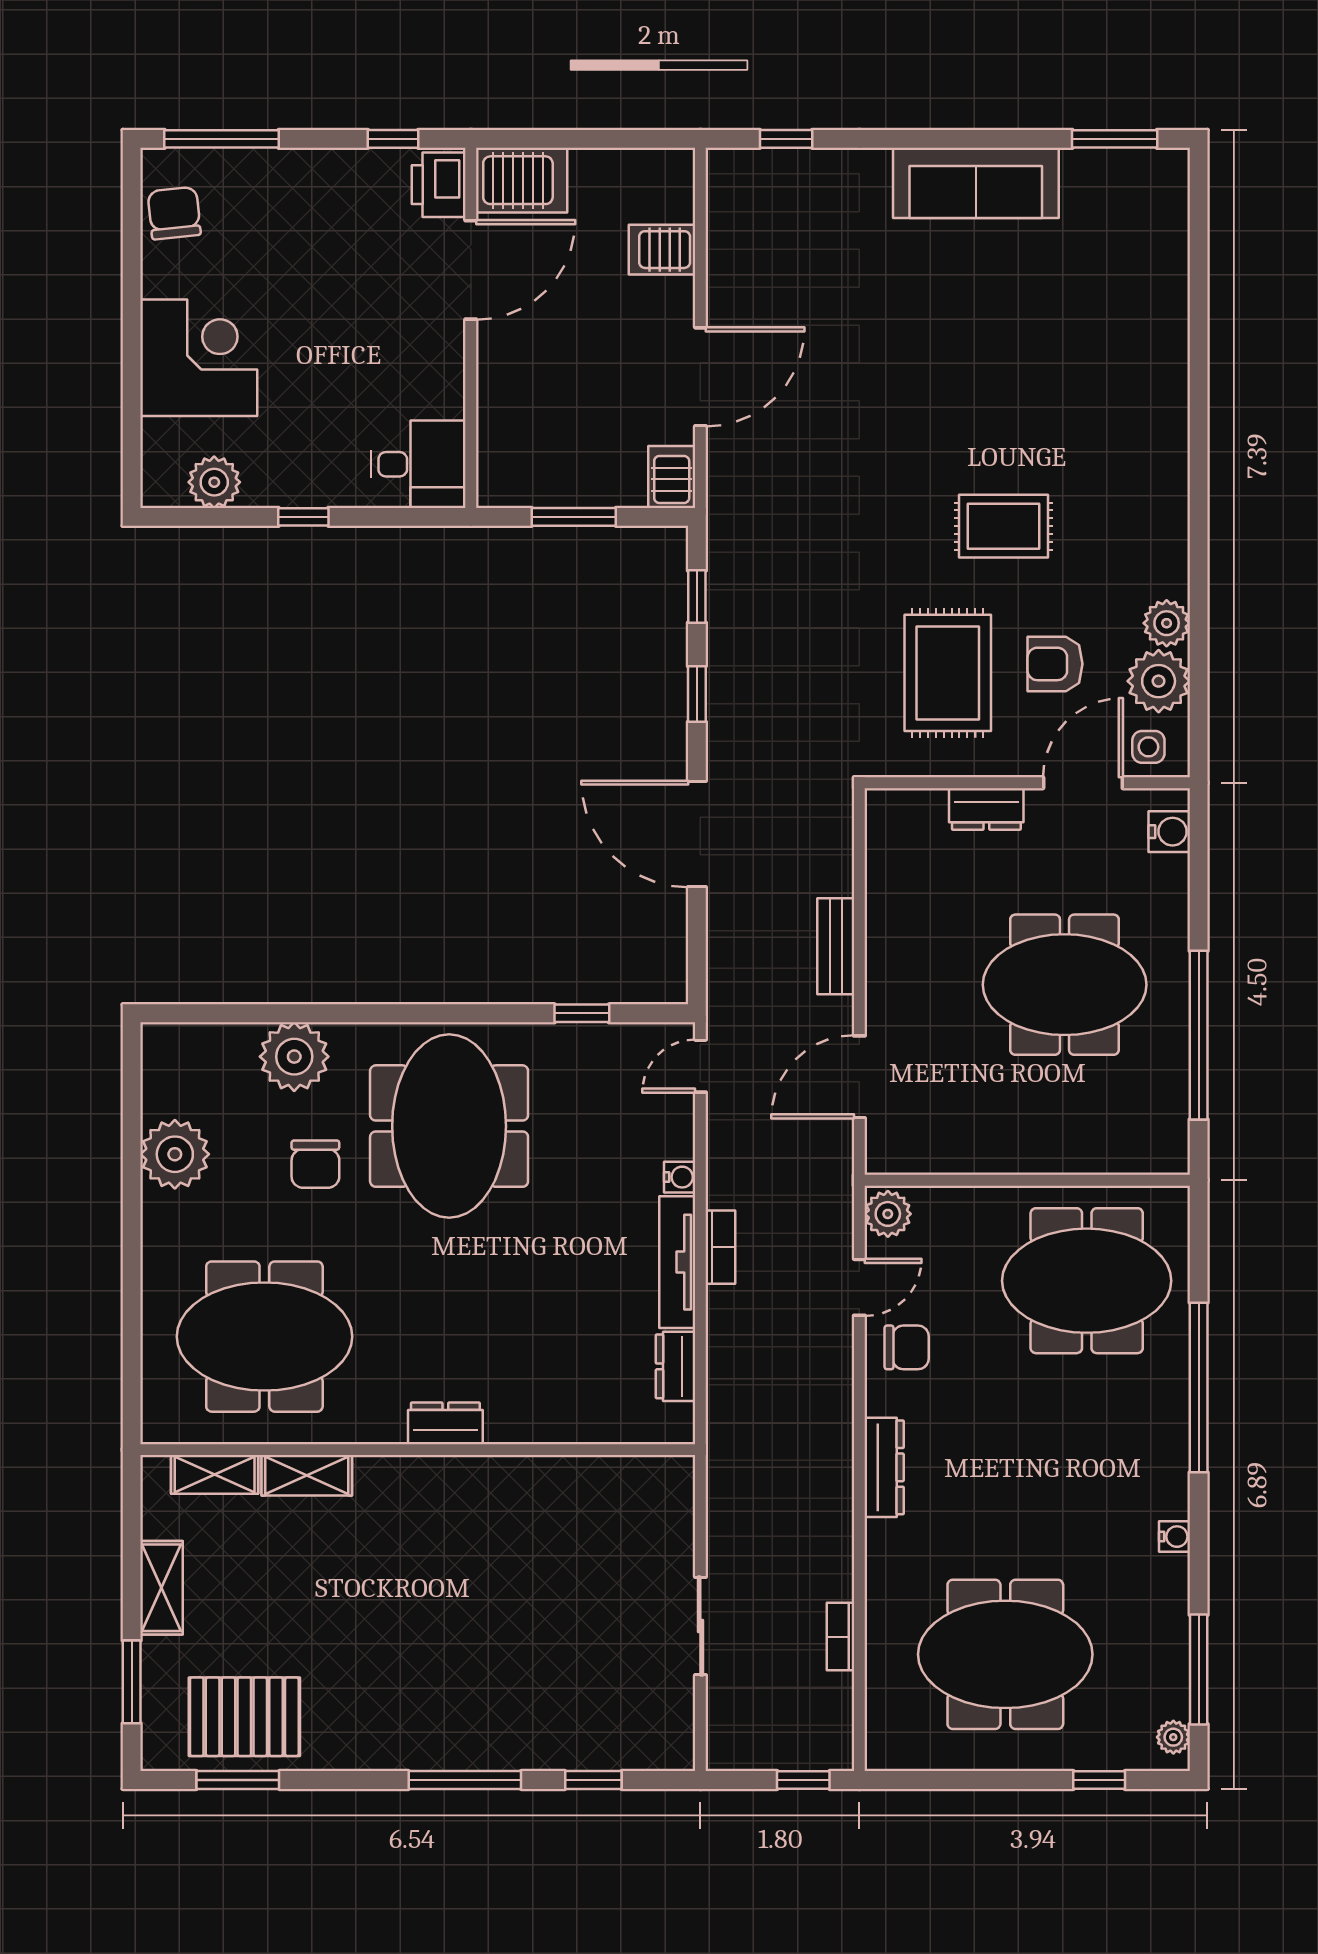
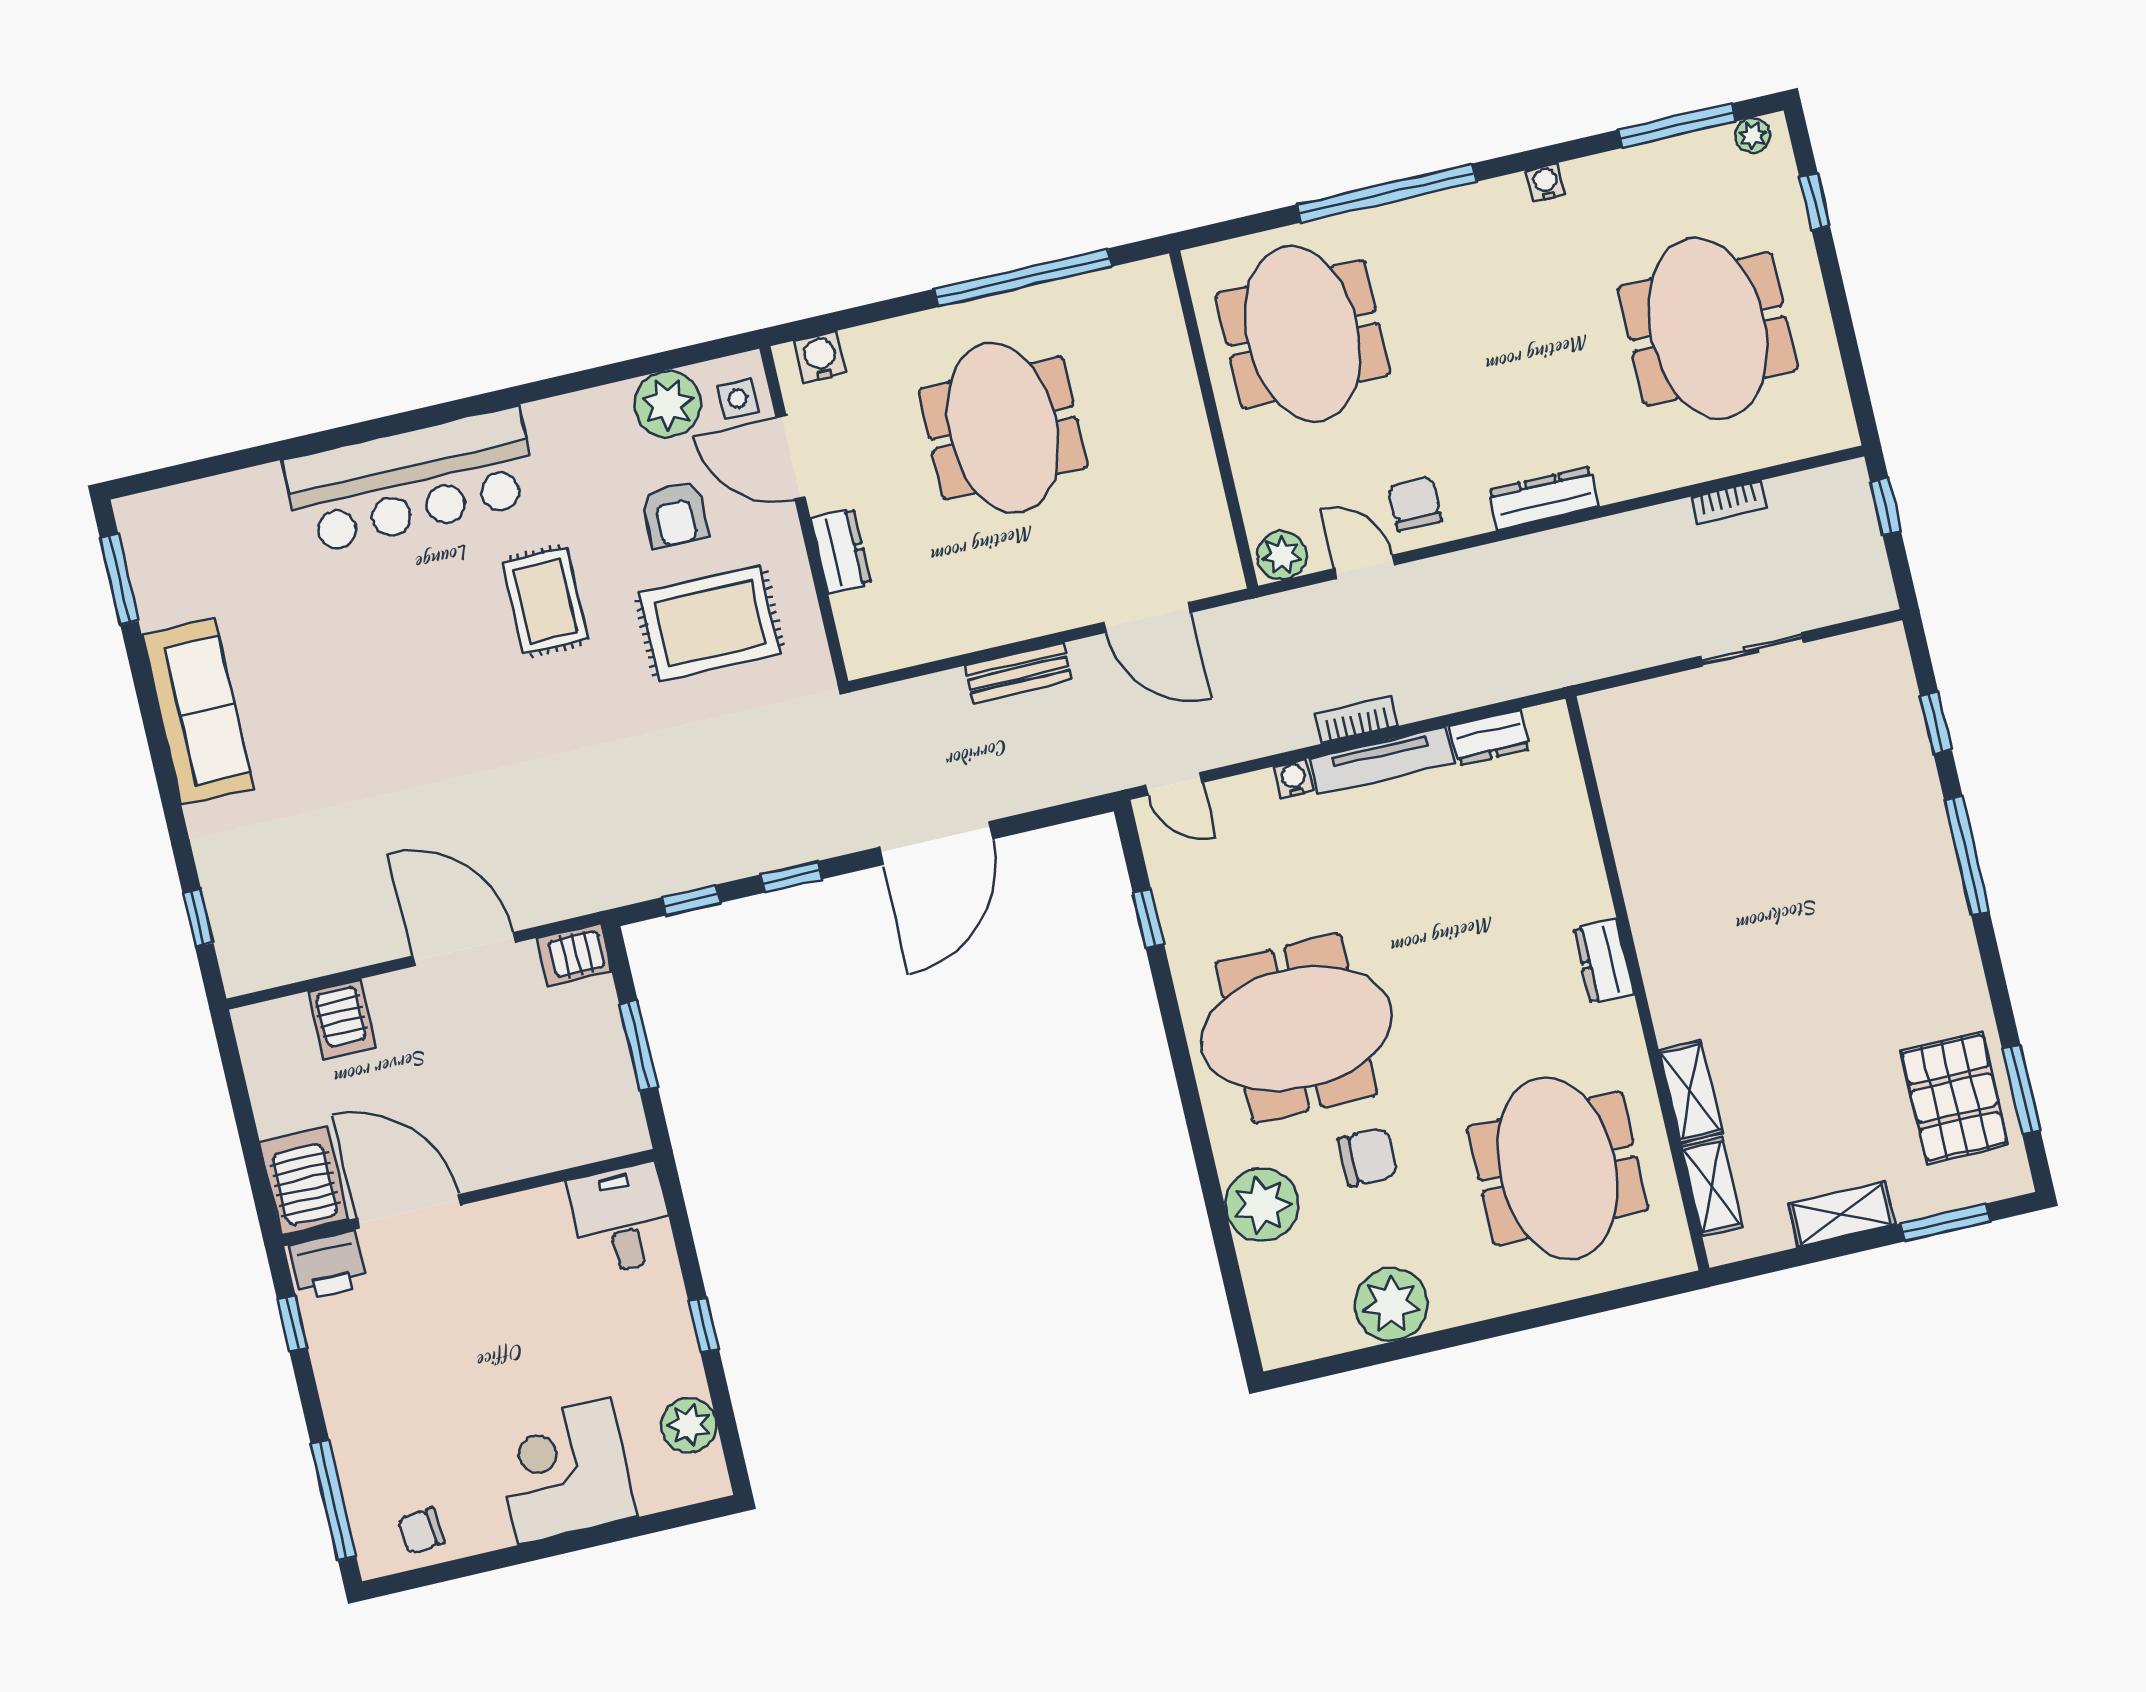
chair: (174, 213) -> (421, 1531), width x0.73, depth x0.73
bar counter: (1143, 429) -> (411, 480), added
plant: (1167, 623) -> (606, 410), removed

